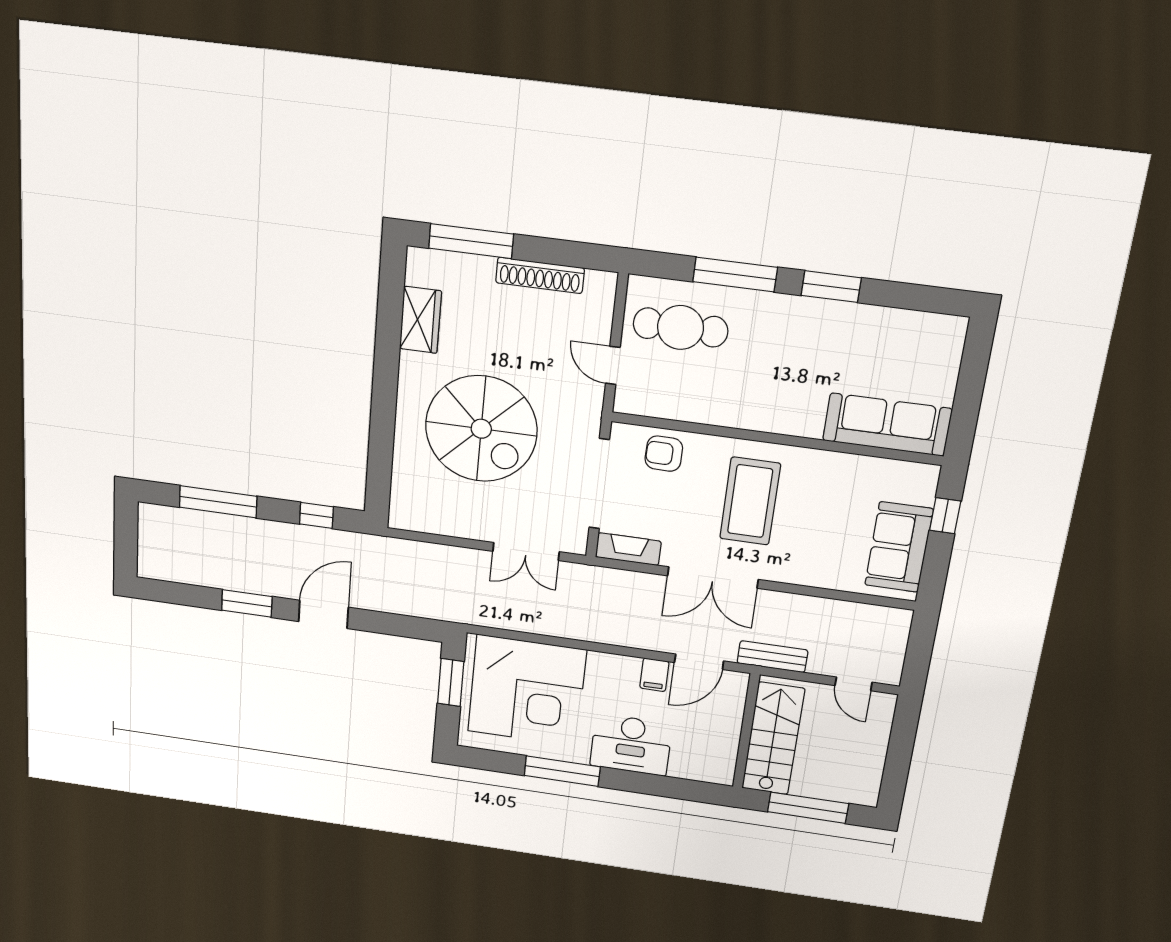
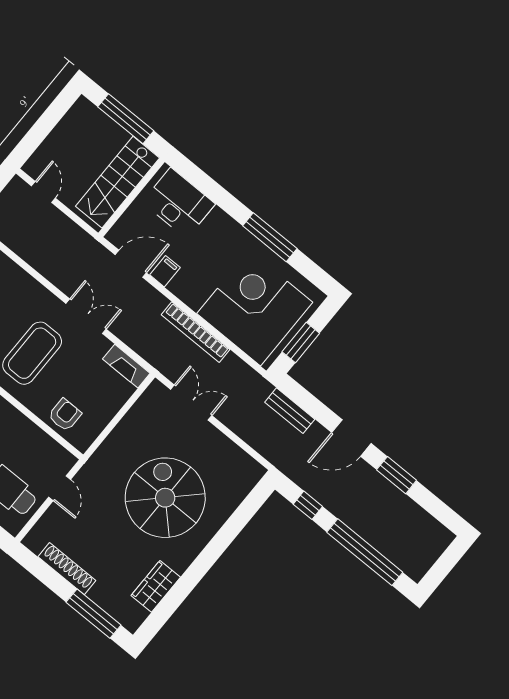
armchair: (664, 454) -> (65, 415), turned -91
doorway: (599, 484) -> (116, 419), removed
window: (218, 502) -> (365, 552), width x1.46
double door: (713, 578) -> (86, 316), width x0.73
bookcase: (574, 630) -> (196, 332), added
bench: (772, 657) -> (290, 411), moved
desk: (631, 745) -> (179, 203), moved

